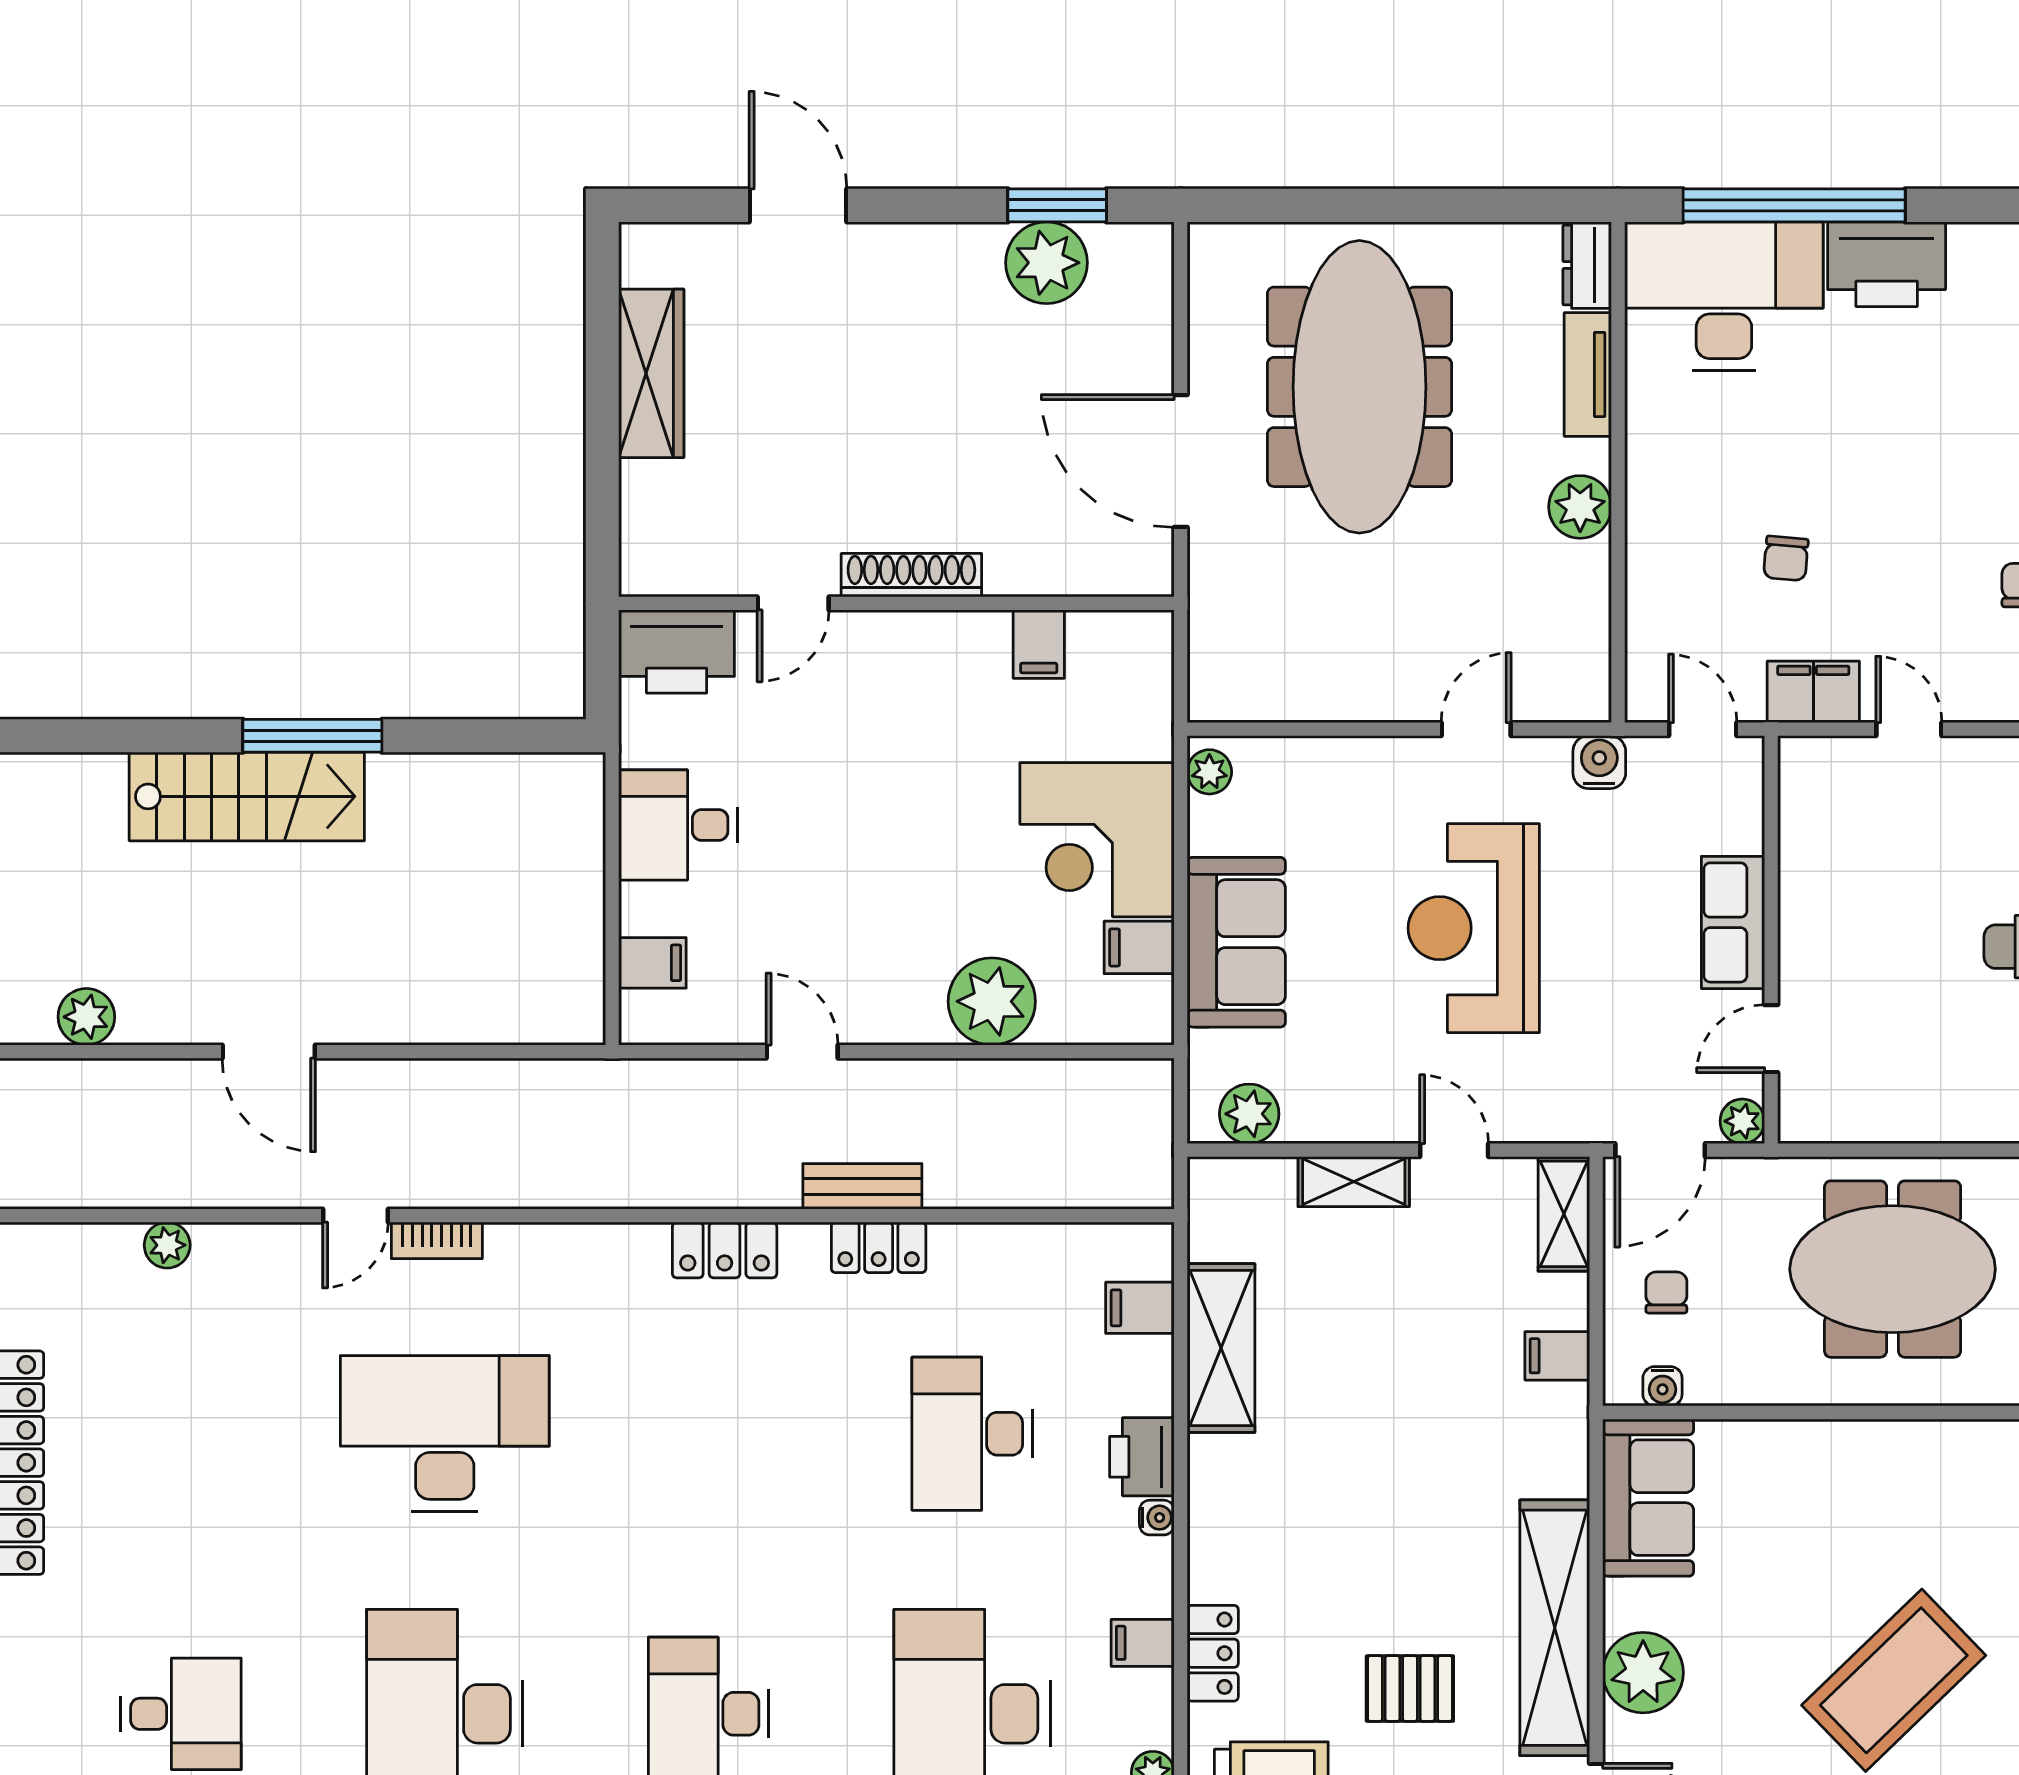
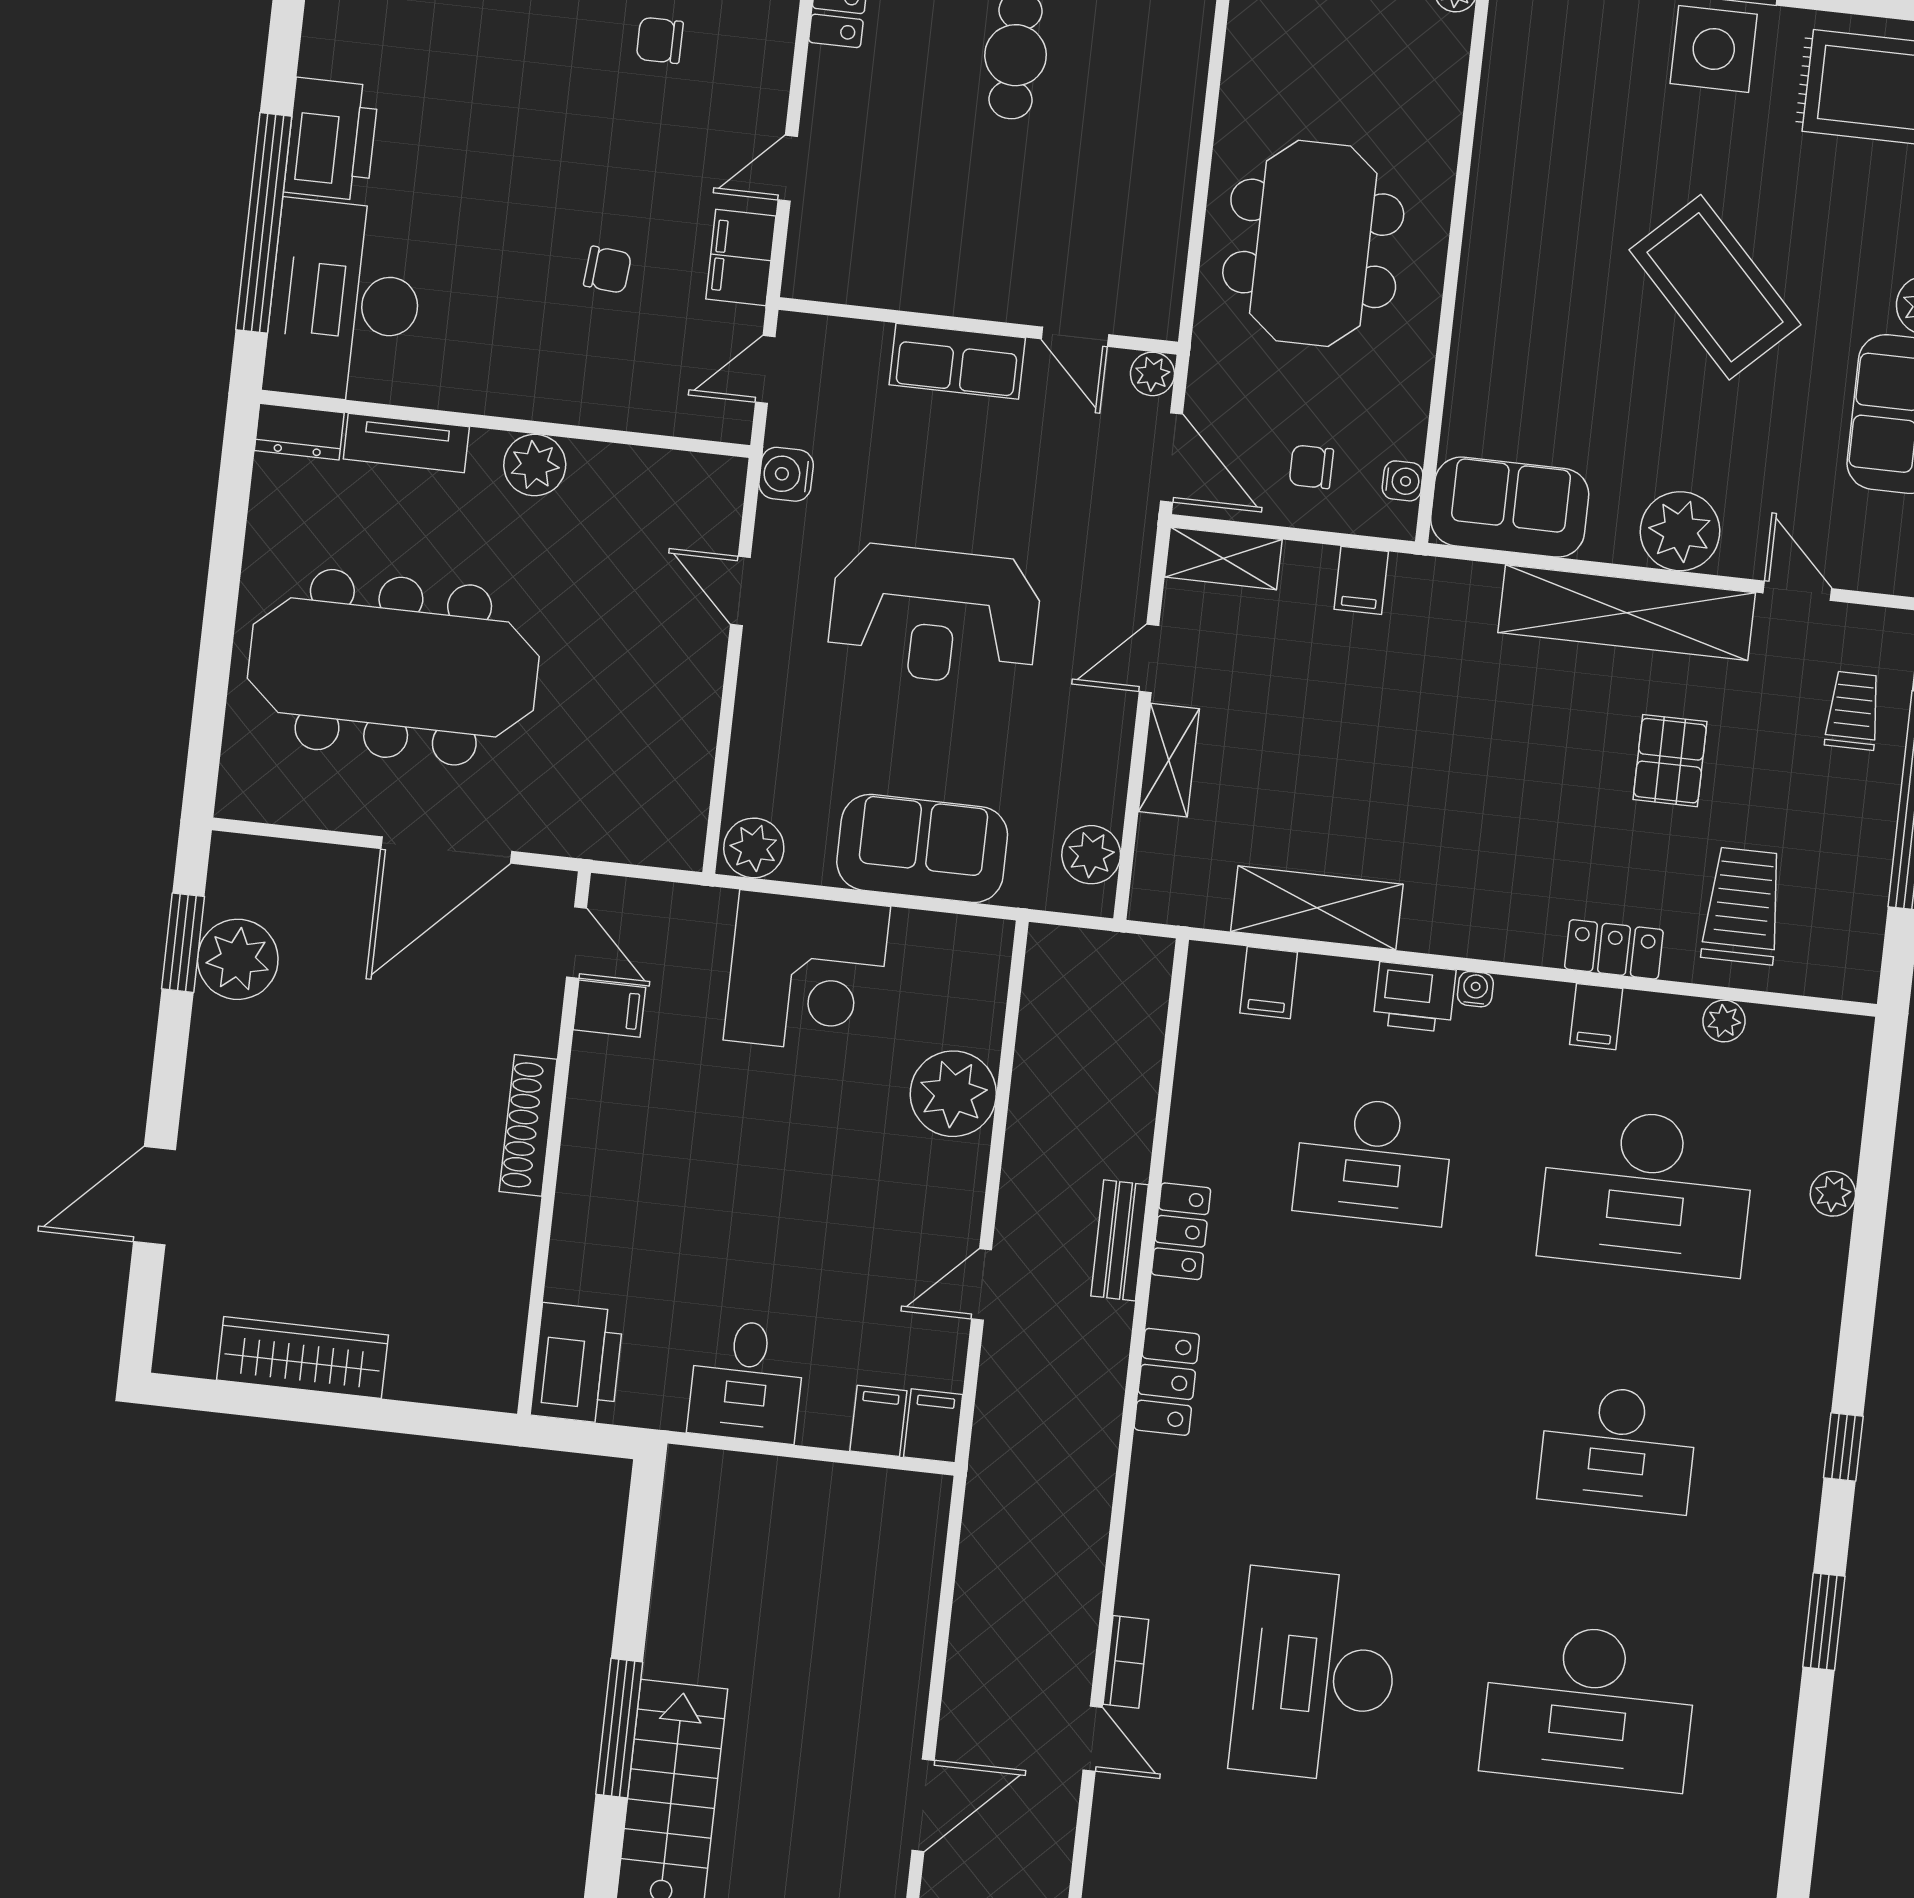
door: (793, 603) -> (577, 943), moved
plant: (1209, 772) -> (754, 848), width x1.38, depth x1.38
filing cabinet: (1139, 947) -> (933, 1426), moved, turned 180

